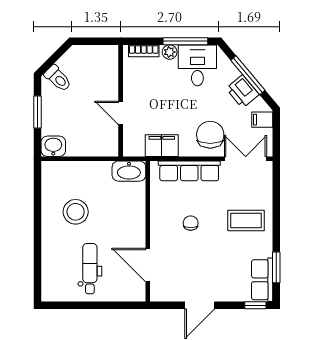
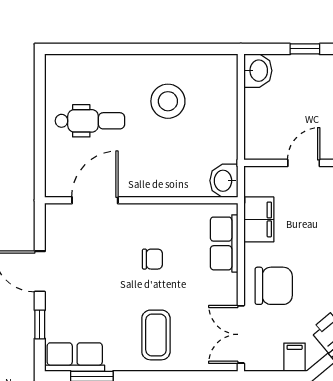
window: (38, 112) -> (305, 49), width x0.67
double door: (246, 159) -> (241, 334), swing flipped
washbasin: (129, 171) -> (224, 181), width x0.72
row of seats: (189, 171) -> (224, 243), width x0.68
window: (255, 305) -> (40, 324), moved

